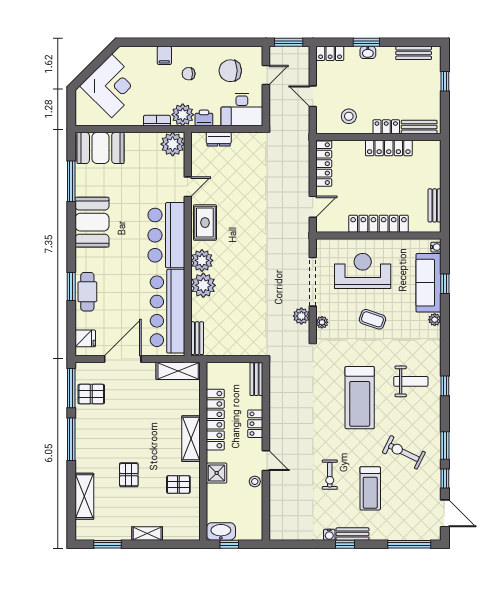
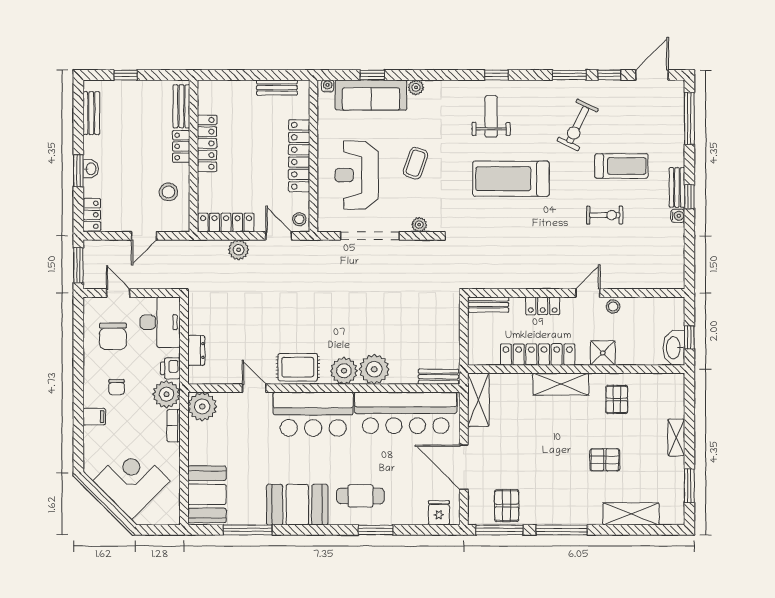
stool: (326, 224) -> (299, 219), added
cafe table: (87, 292) -> (360, 496), moved
plant: (301, 316) -> (239, 250), moved
treadmill: (360, 398) -> (511, 179), turned 180

